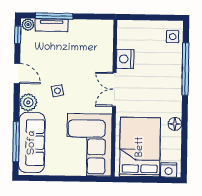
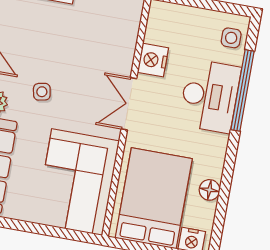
desk: (165, 76) -> (210, 96), added
floor lamp: (175, 124) -> (209, 190), moved

